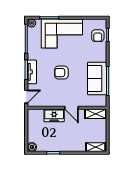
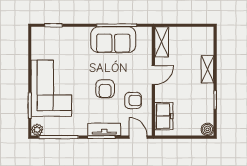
armchair: (98, 36) -> (133, 100), moved
freezer: (54, 115) -> (164, 116), moved
shelving: (96, 147) -> (208, 69), moved

